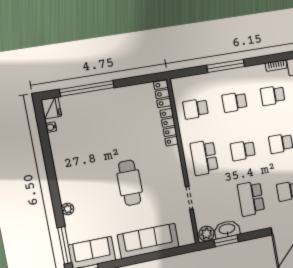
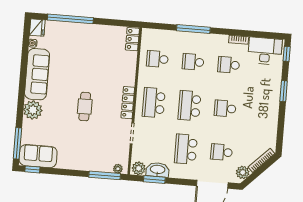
locker: (169, 127) -> (128, 103), moved
school desk: (243, 150) -> (189, 106), width x1.85
cafe table: (130, 183) -> (85, 107), width x0.73, depth x0.74
plant: (68, 209) -> (33, 110), width x1.87, depth x1.87
sofa: (148, 241) -> (37, 74), moved, turned 90
plant: (184, 241) -> (118, 169), added
window: (172, 252) -> (105, 175), added

